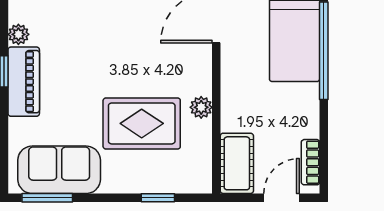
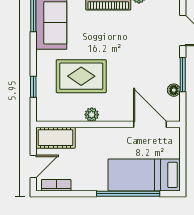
rug: (142, 123) -> (81, 76), turned 90
door: (281, 198) -> (33, 166), hinge flipped

